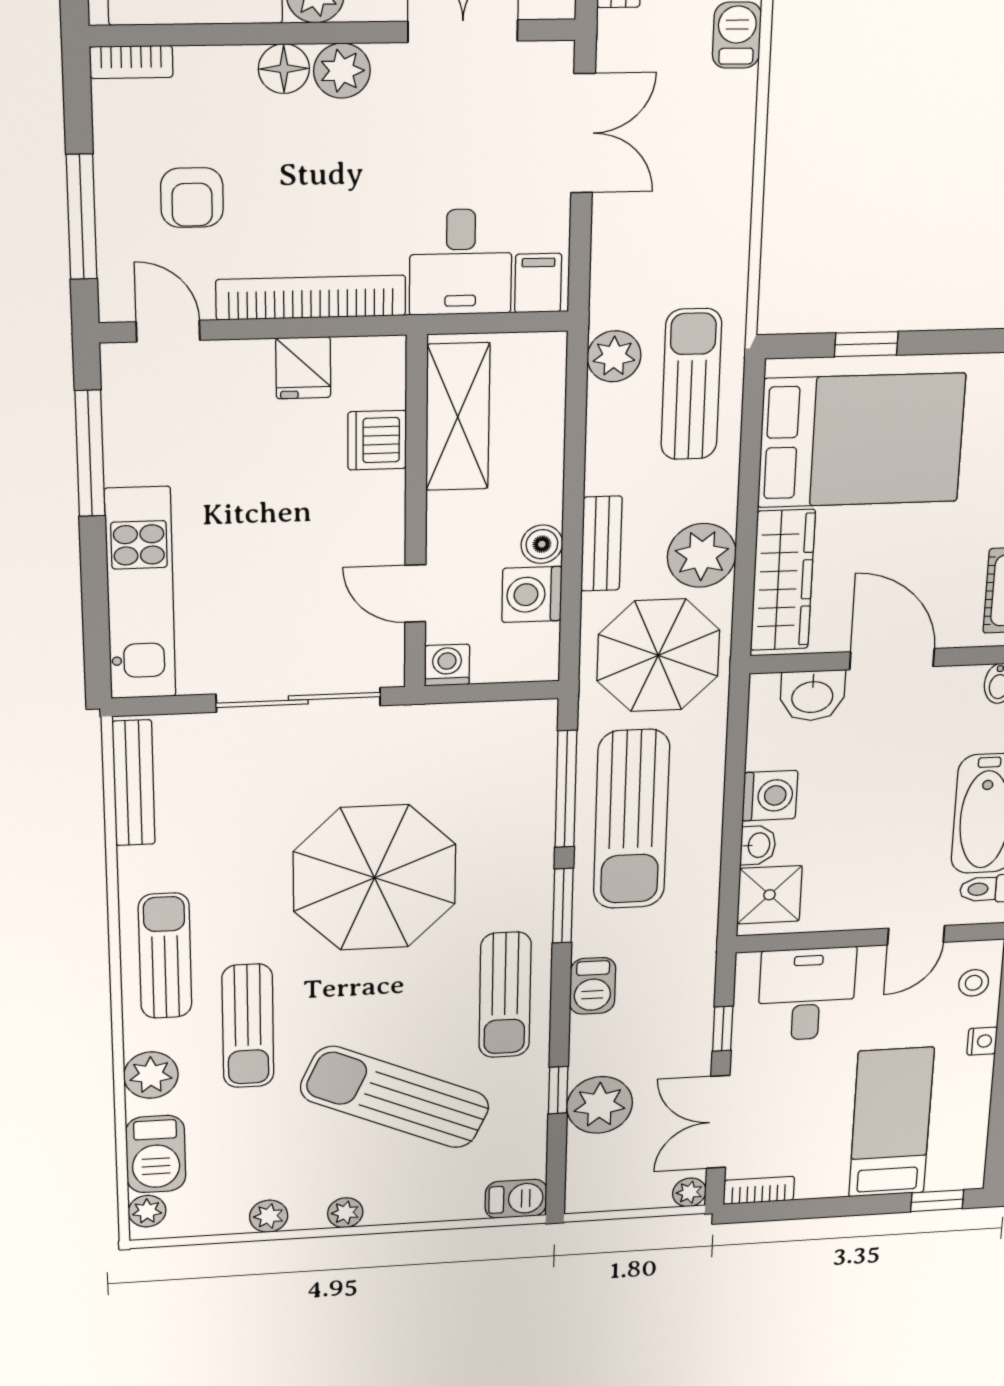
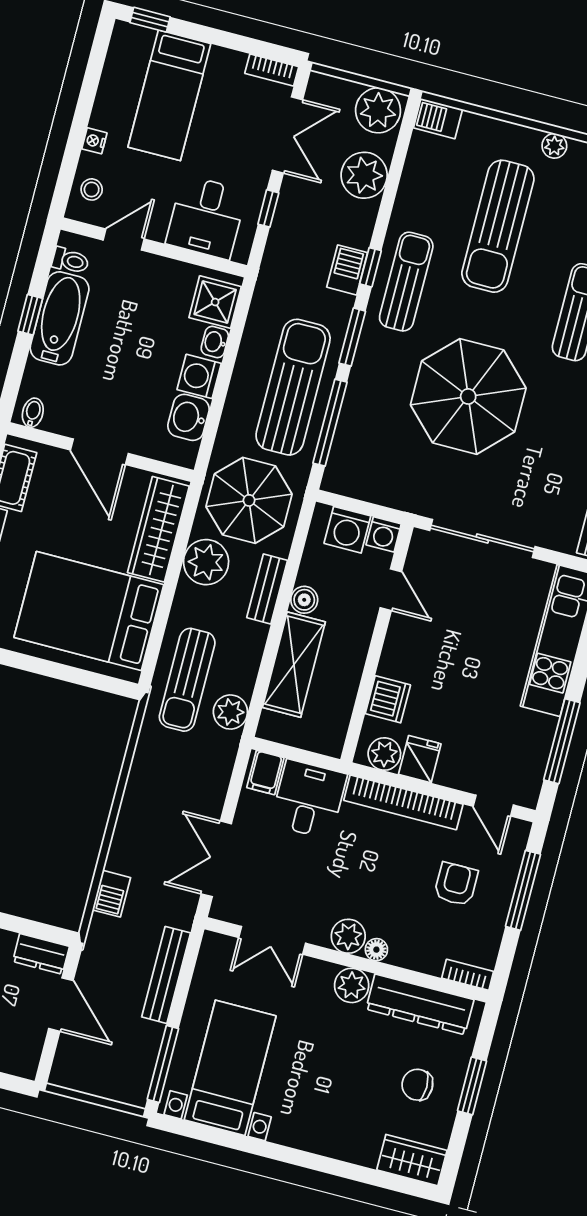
floor lamp: (284, 69) -> (376, 950), width x0.73, depth x0.73
window: (866, 344) -> (73, 675), removed
plant: (361, 360) -> (384, 754), added
shelving: (458, 417) -> (294, 665), moved
washing machine: (532, 594) -> (347, 530), moved, turned 90
washbasin: (812, 696) -> (189, 417), moved, turned -90
window: (558, 1090) -> (370, 267), moved
sun lounger: (395, 1097) -> (498, 226), turned 66
plant: (689, 1192) -> (378, 110), moved, width x1.88, depth x1.88

